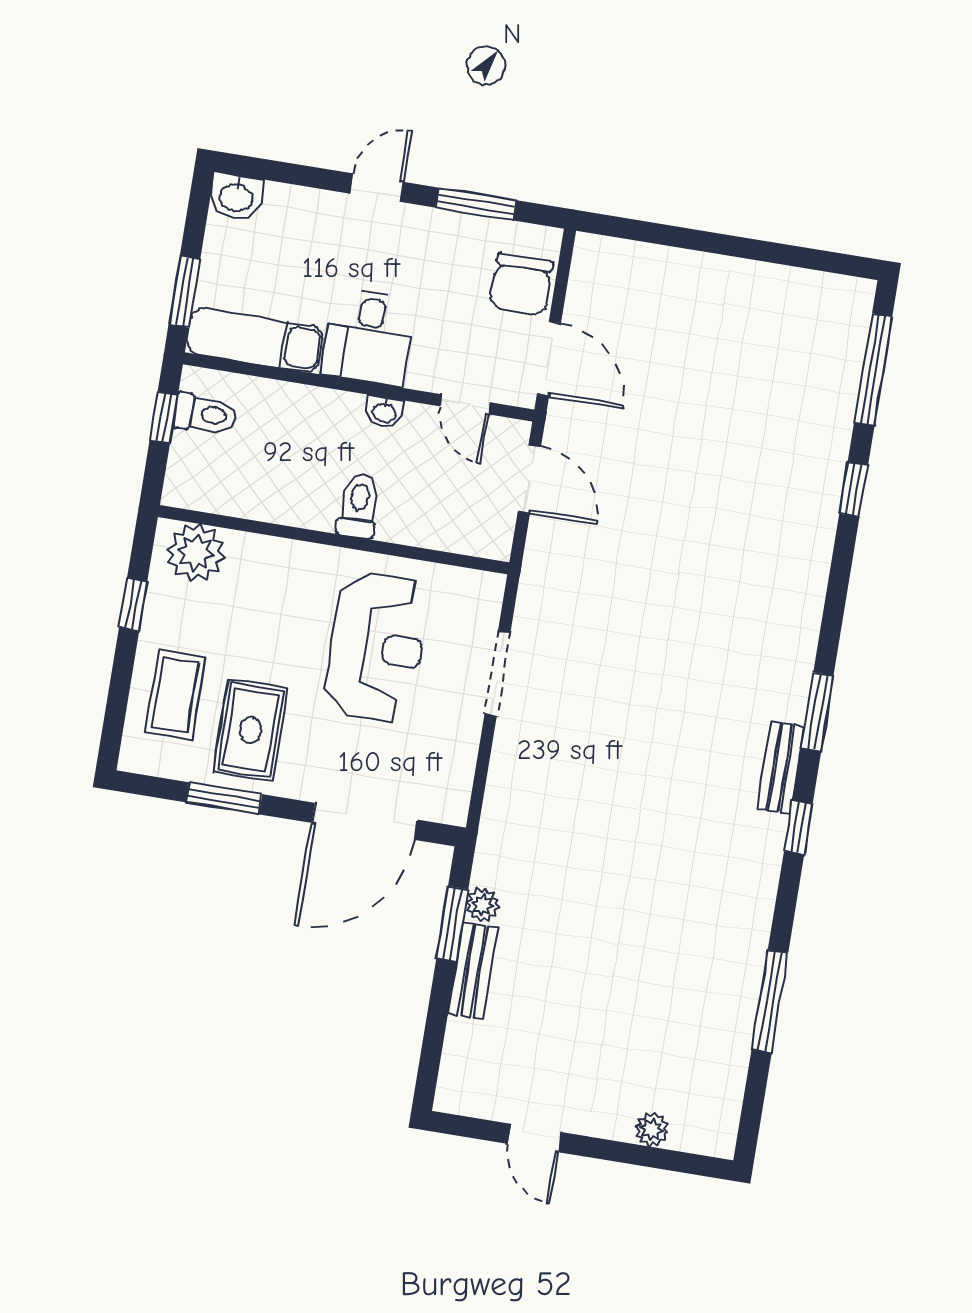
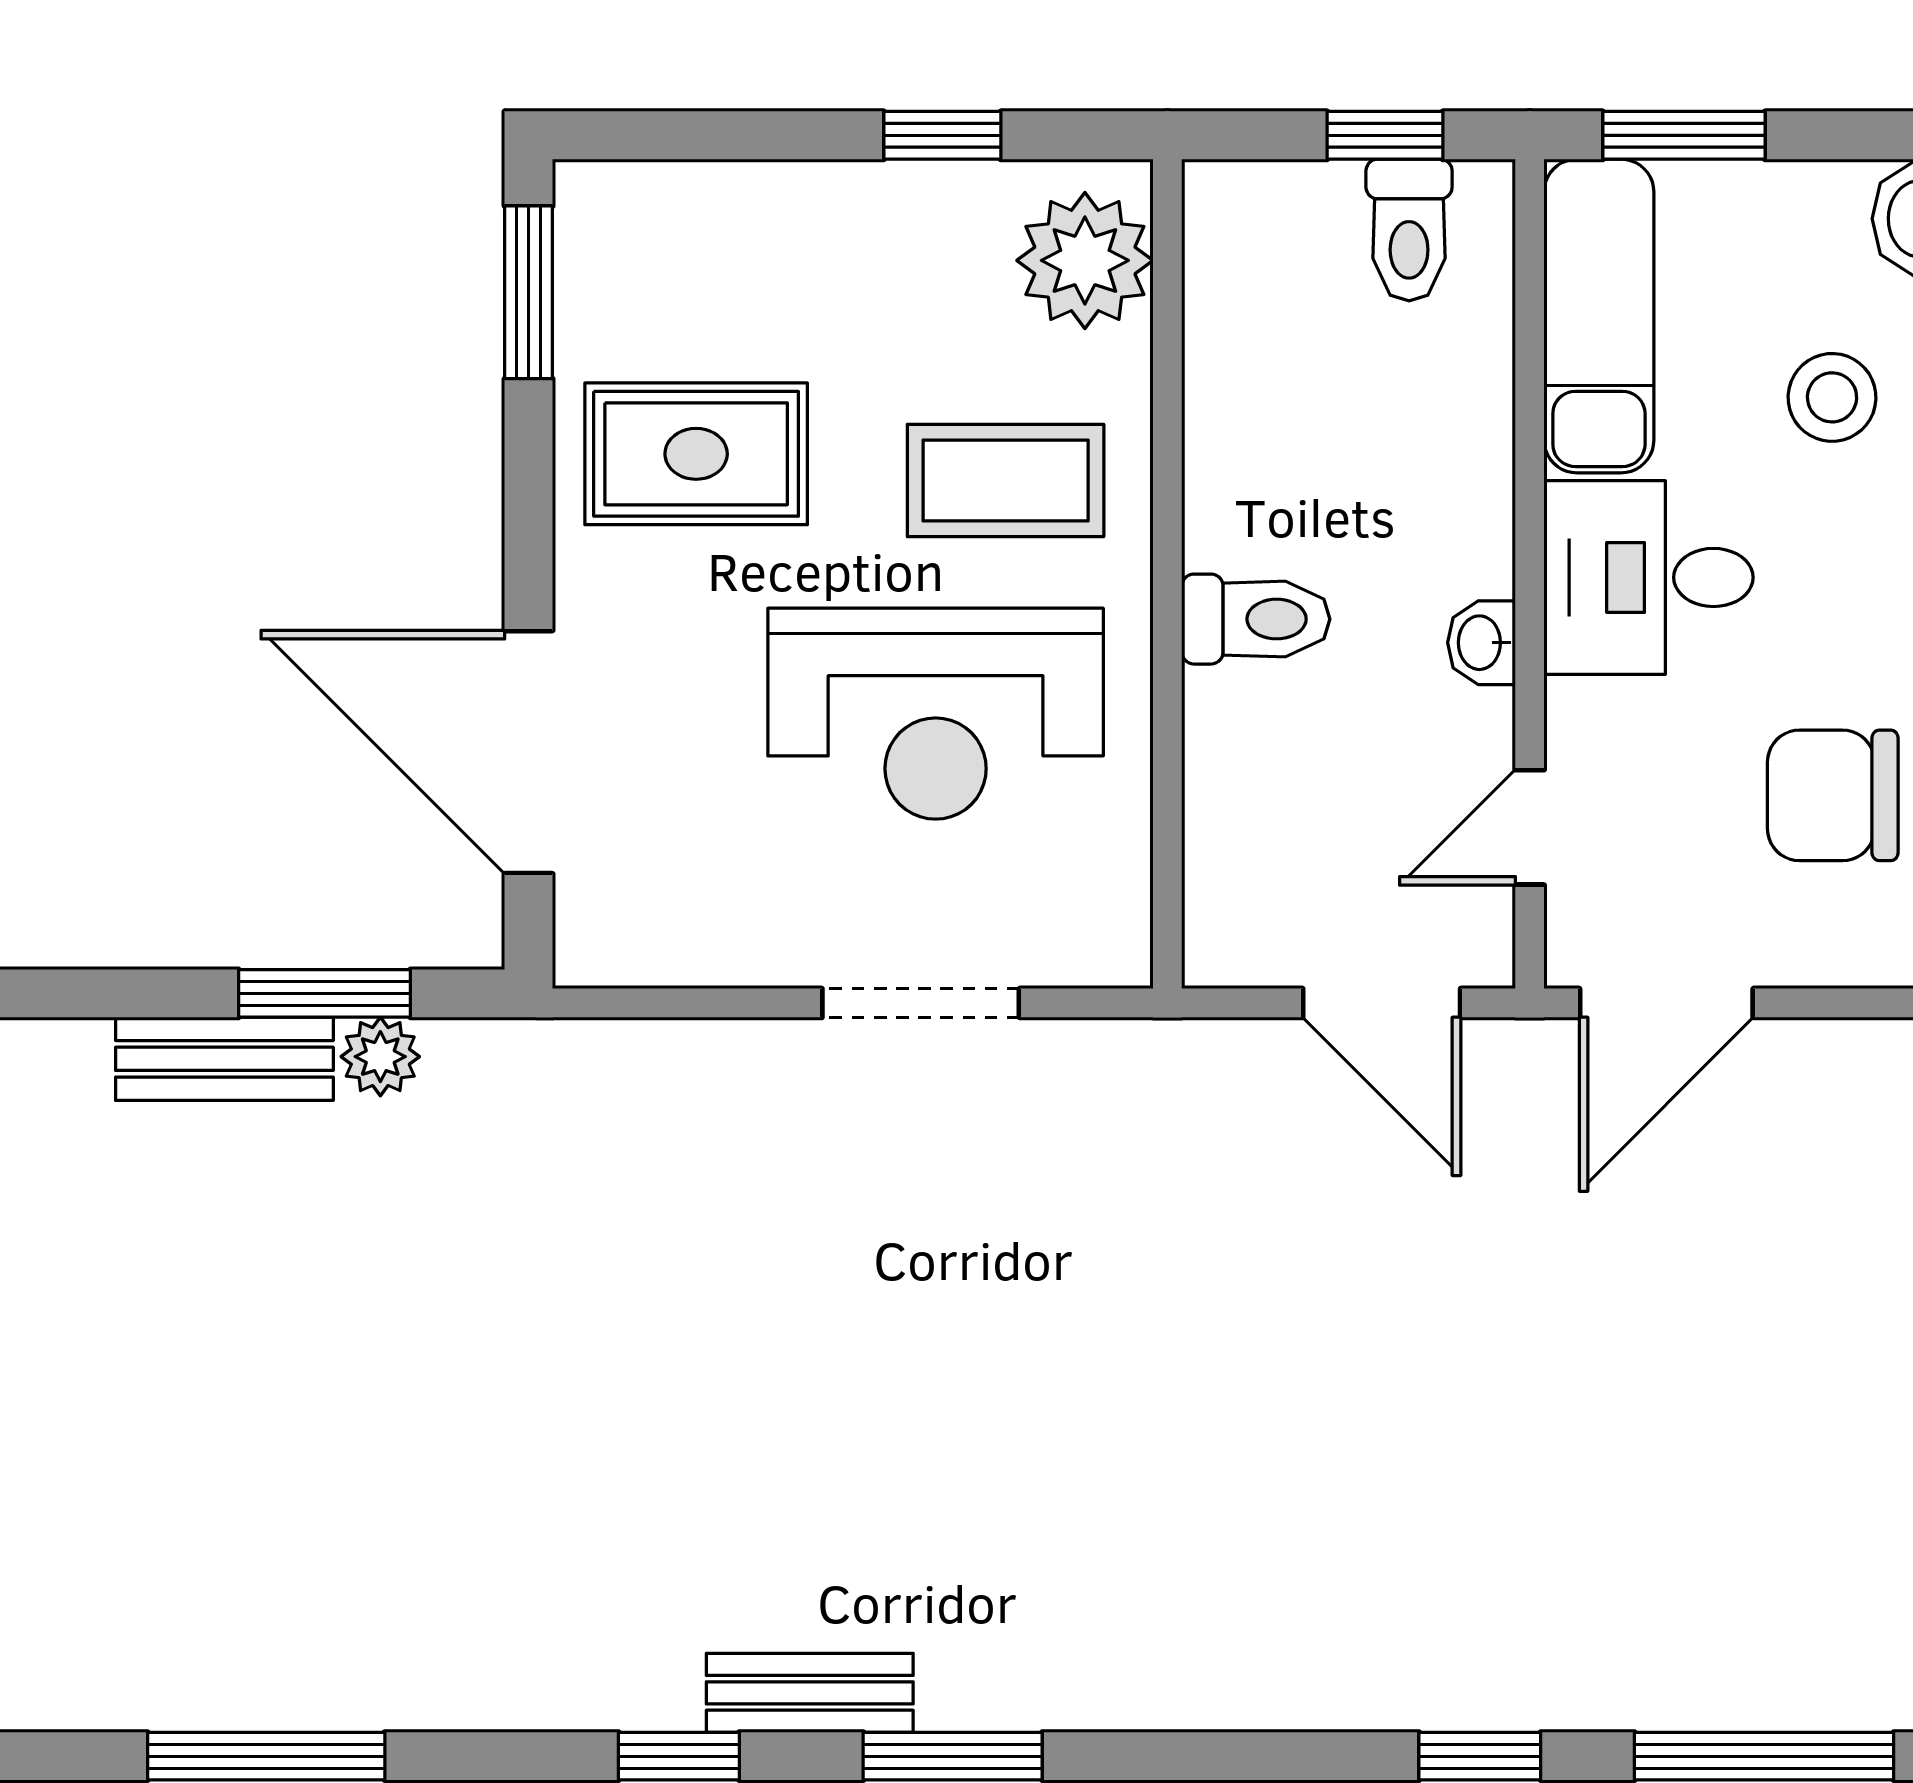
stool: (305, 247) -> (1832, 397), added
chair: (521, 284) -> (1833, 795), moved
door: (529, 479) -> (1382, 1003), hinge flipped
coffee table: (175, 695) -> (1006, 480), moved
window: (224, 798) -> (529, 292), moved

